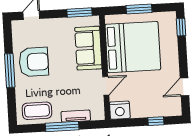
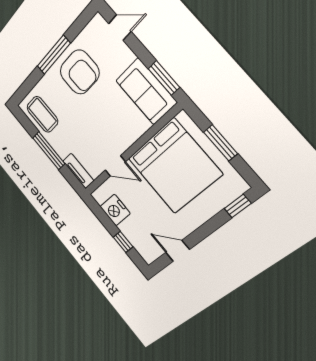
sofa: (88, 48) -> (146, 91), moved, turned -90
nightstand: (120, 110) -> (115, 210), moved
tv unit: (76, 116) -> (78, 171), moved

